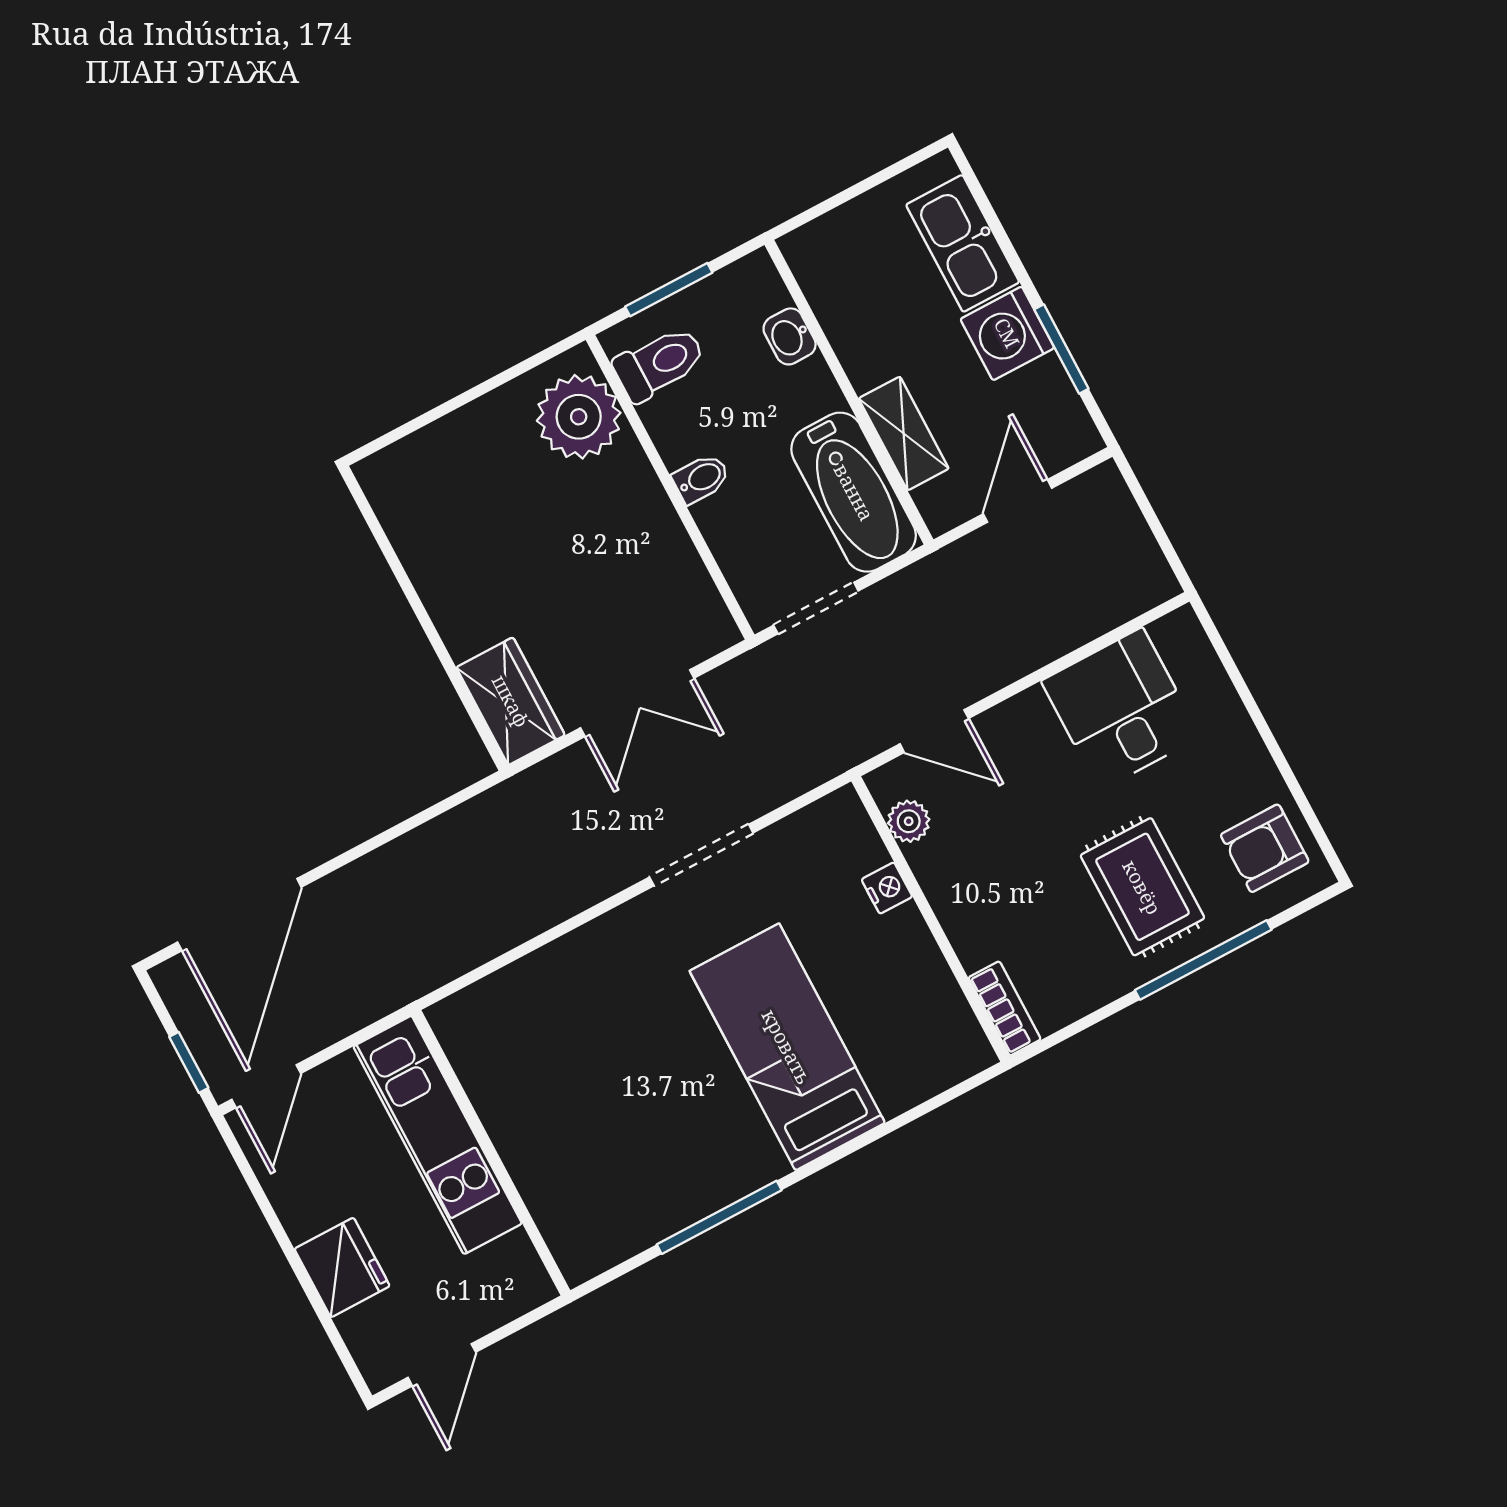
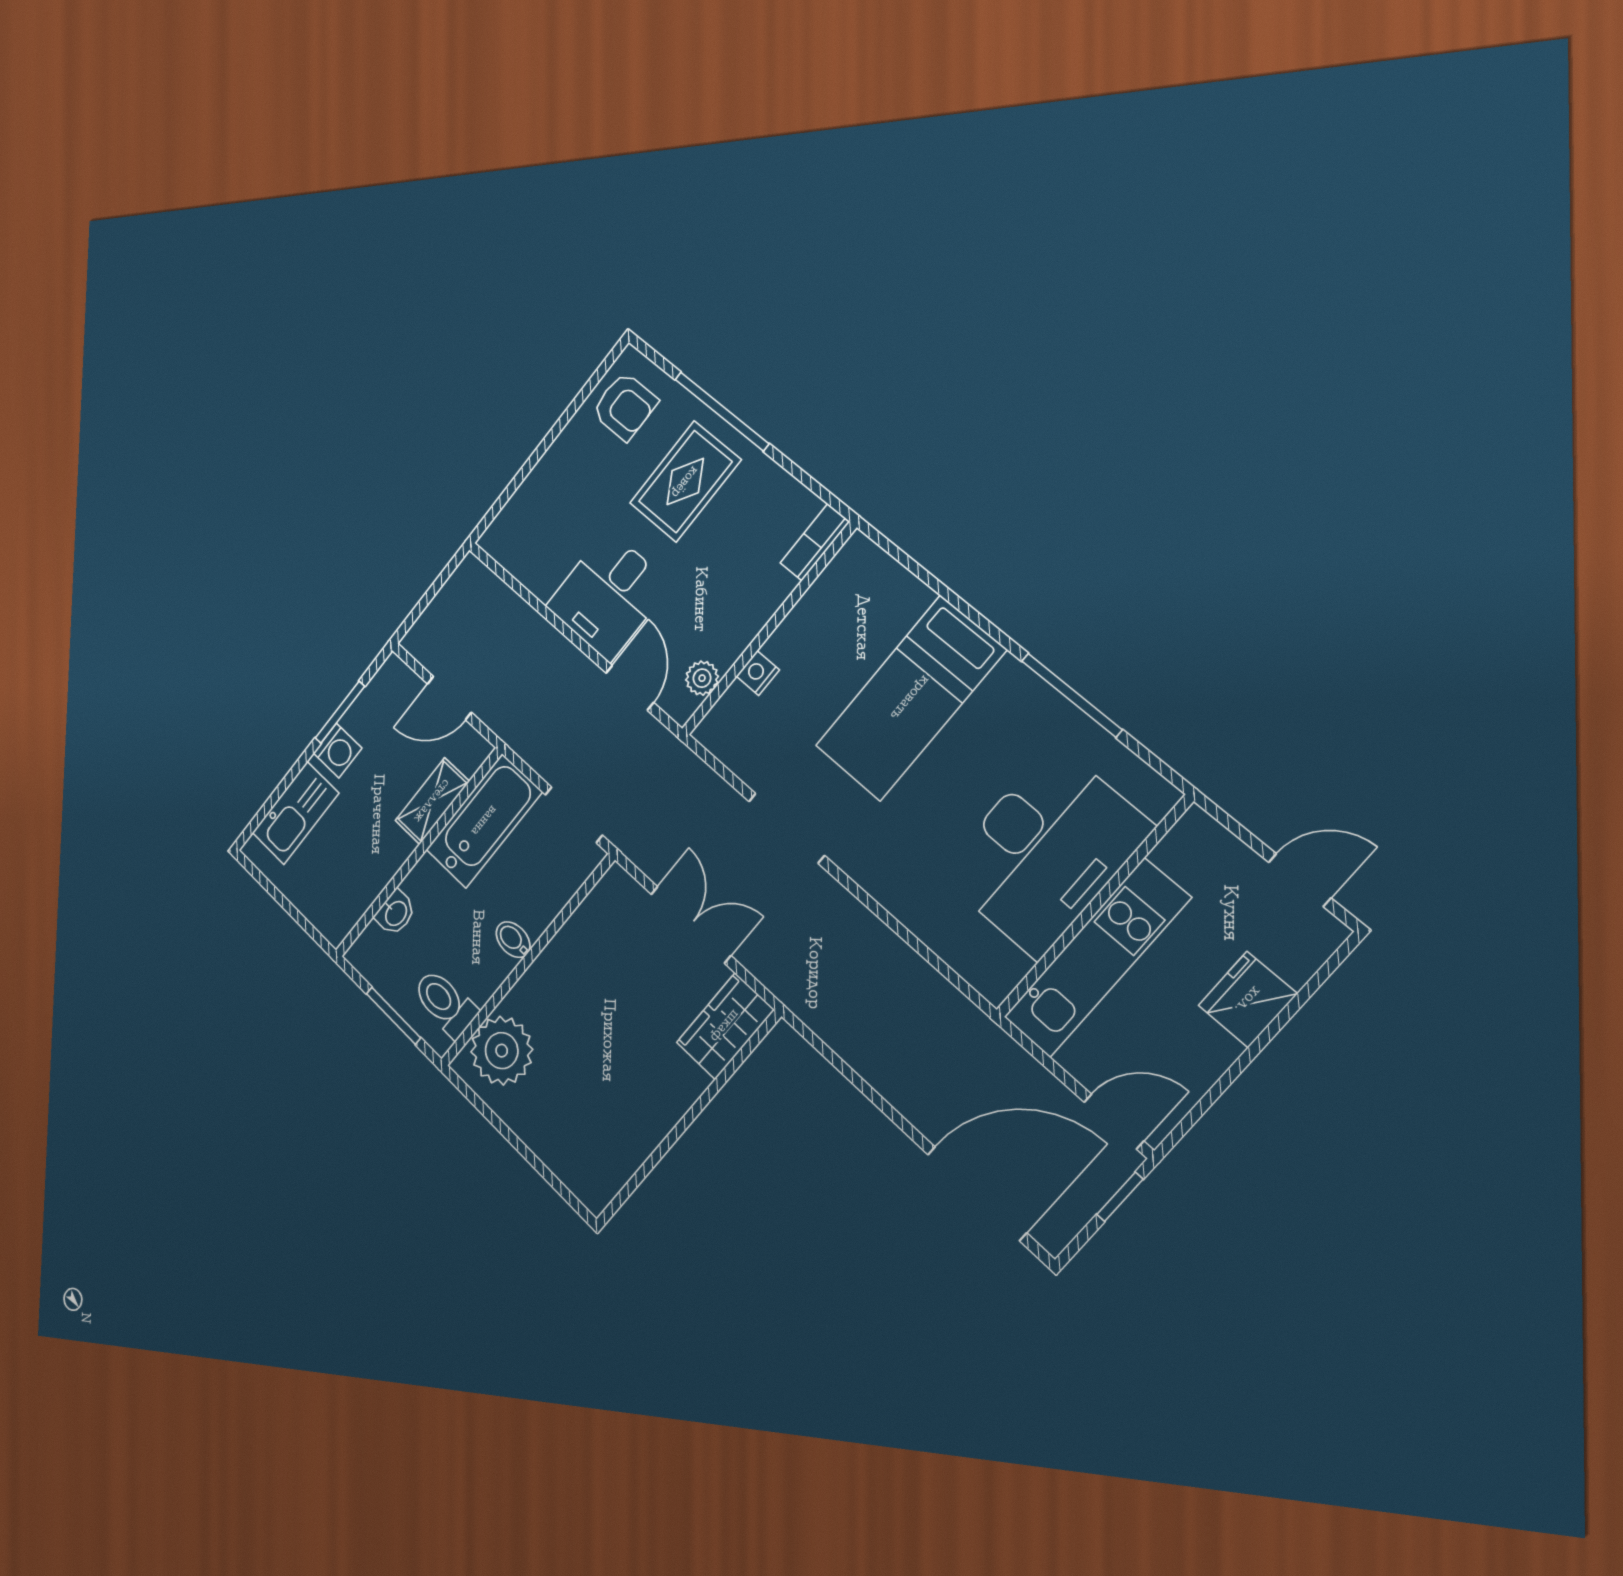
washing machine: (1007, 333) -> (338, 751), width x0.73, depth x0.73
desk: (1121, 709) -> (608, 595), moved
desk: (568, 1126) -> (1045, 851), added

